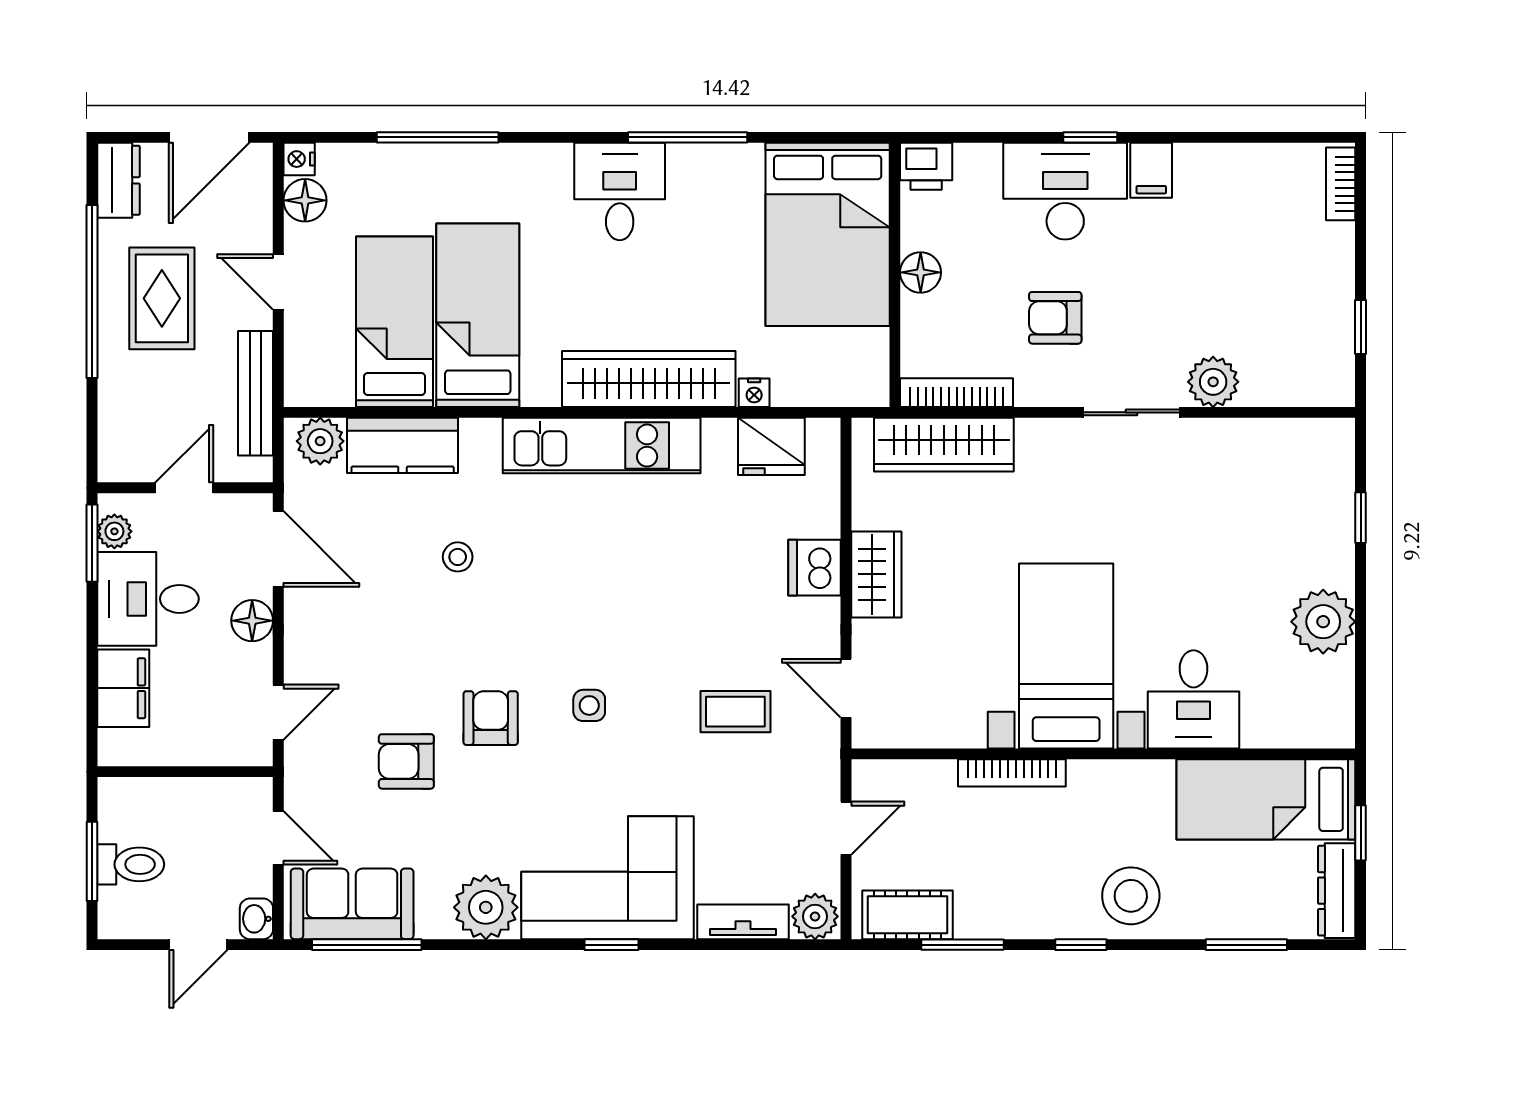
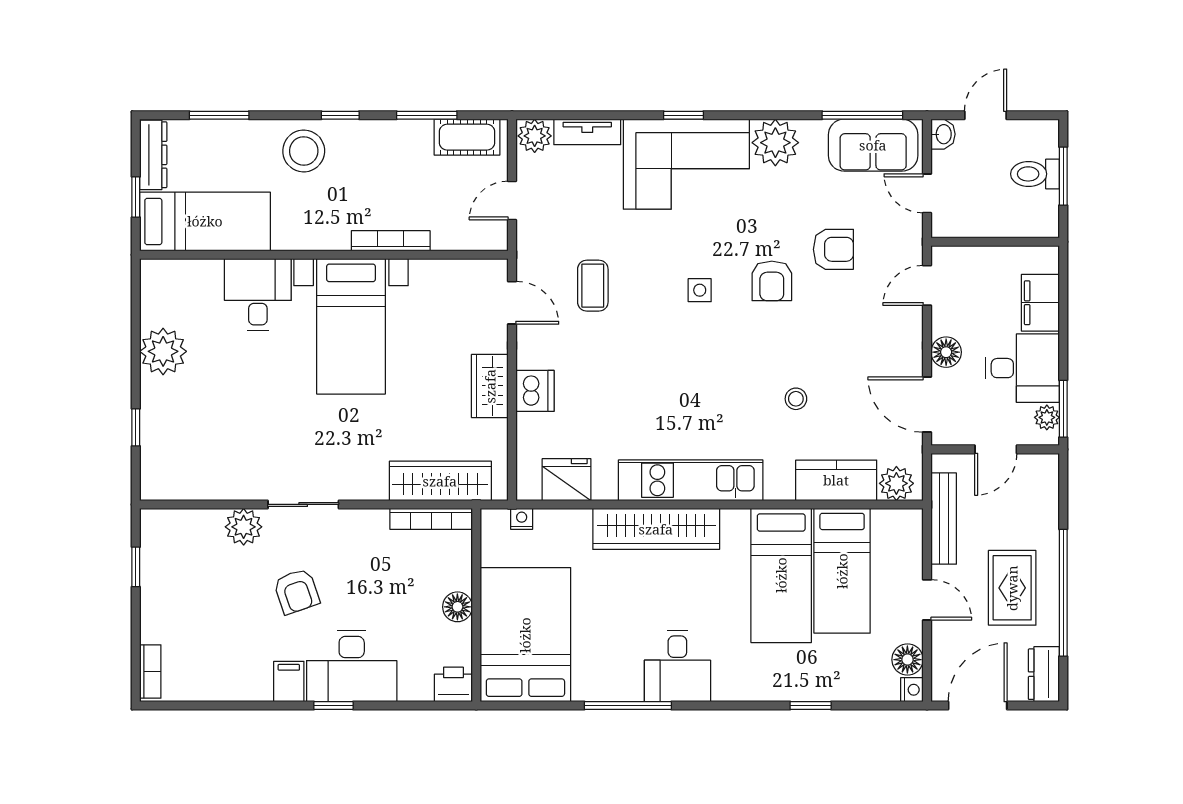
window: (438, 137) -> (811, 706), width x0.46
armchair: (1055, 318) -> (297, 591), moved, turned 71
nightstand: (754, 393) -> (522, 519), moved
coffee table: (735, 712) -> (593, 286), turned 90

